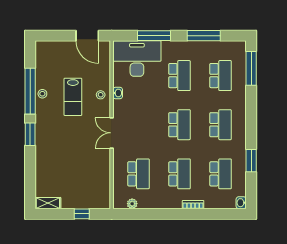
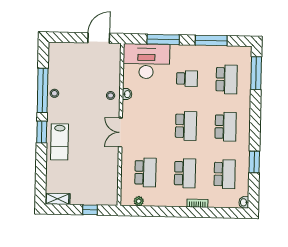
door: (87, 36) -> (99, 38), swing flipped
school desk: (180, 76) -> (187, 79), width x0.54
lab bench: (73, 97) -> (60, 142), moved

